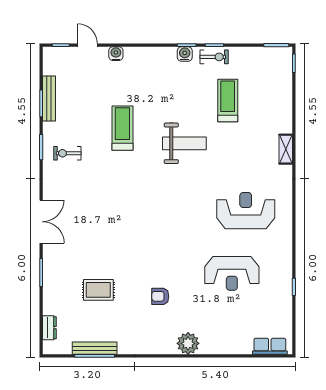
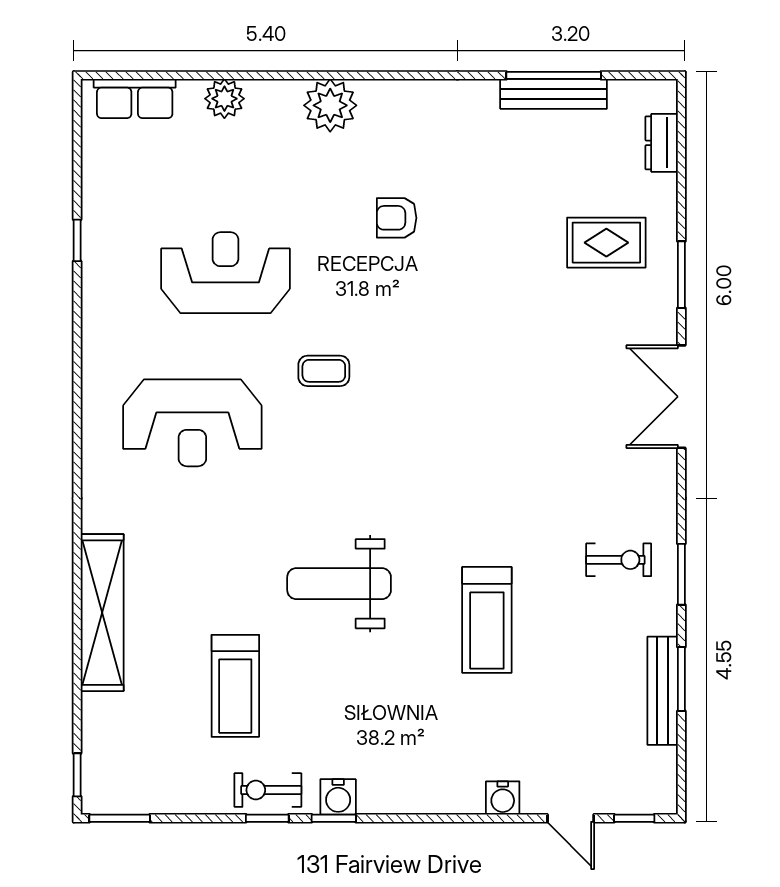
shelving: (286, 149) -> (102, 613), width x2.20, depth x1.33
coffee table: (191, 232) -> (324, 371), added
rug: (98, 290) -> (606, 243), moved
armchair: (160, 296) -> (397, 218), turned 180
plant: (232, 346) -> (224, 99), added

